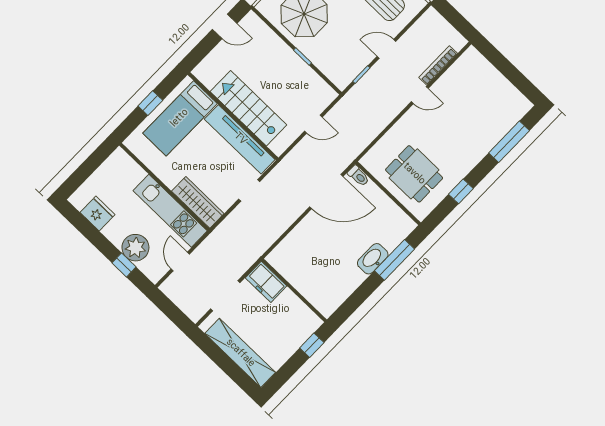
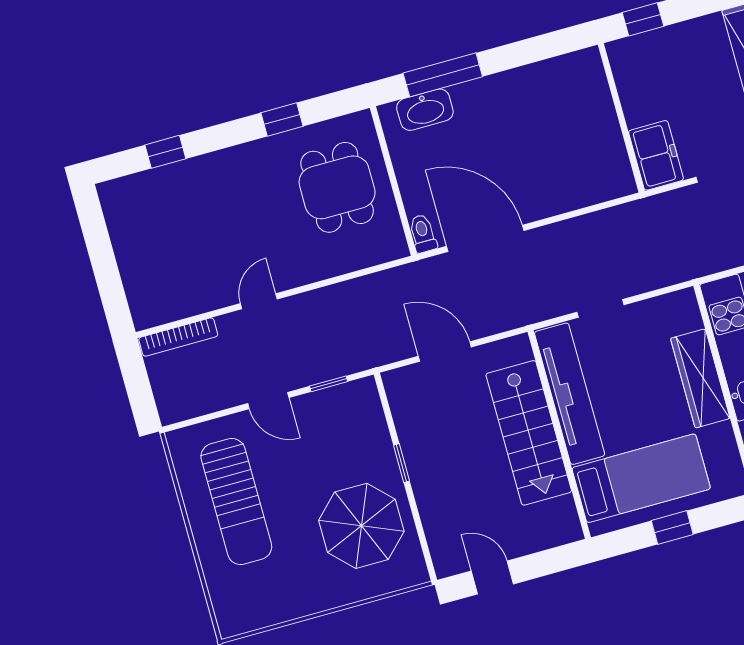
bookcase: (438, 65) -> (178, 337), moved
door: (420, 95) -> (259, 301), hinge flipped
door: (313, 124) -> (445, 352), width x1.38
window: (509, 142) -> (165, 152), width x0.46
wardrobe: (198, 202) -> (700, 378), moved
washbasin: (373, 259) -> (425, 110), moved

